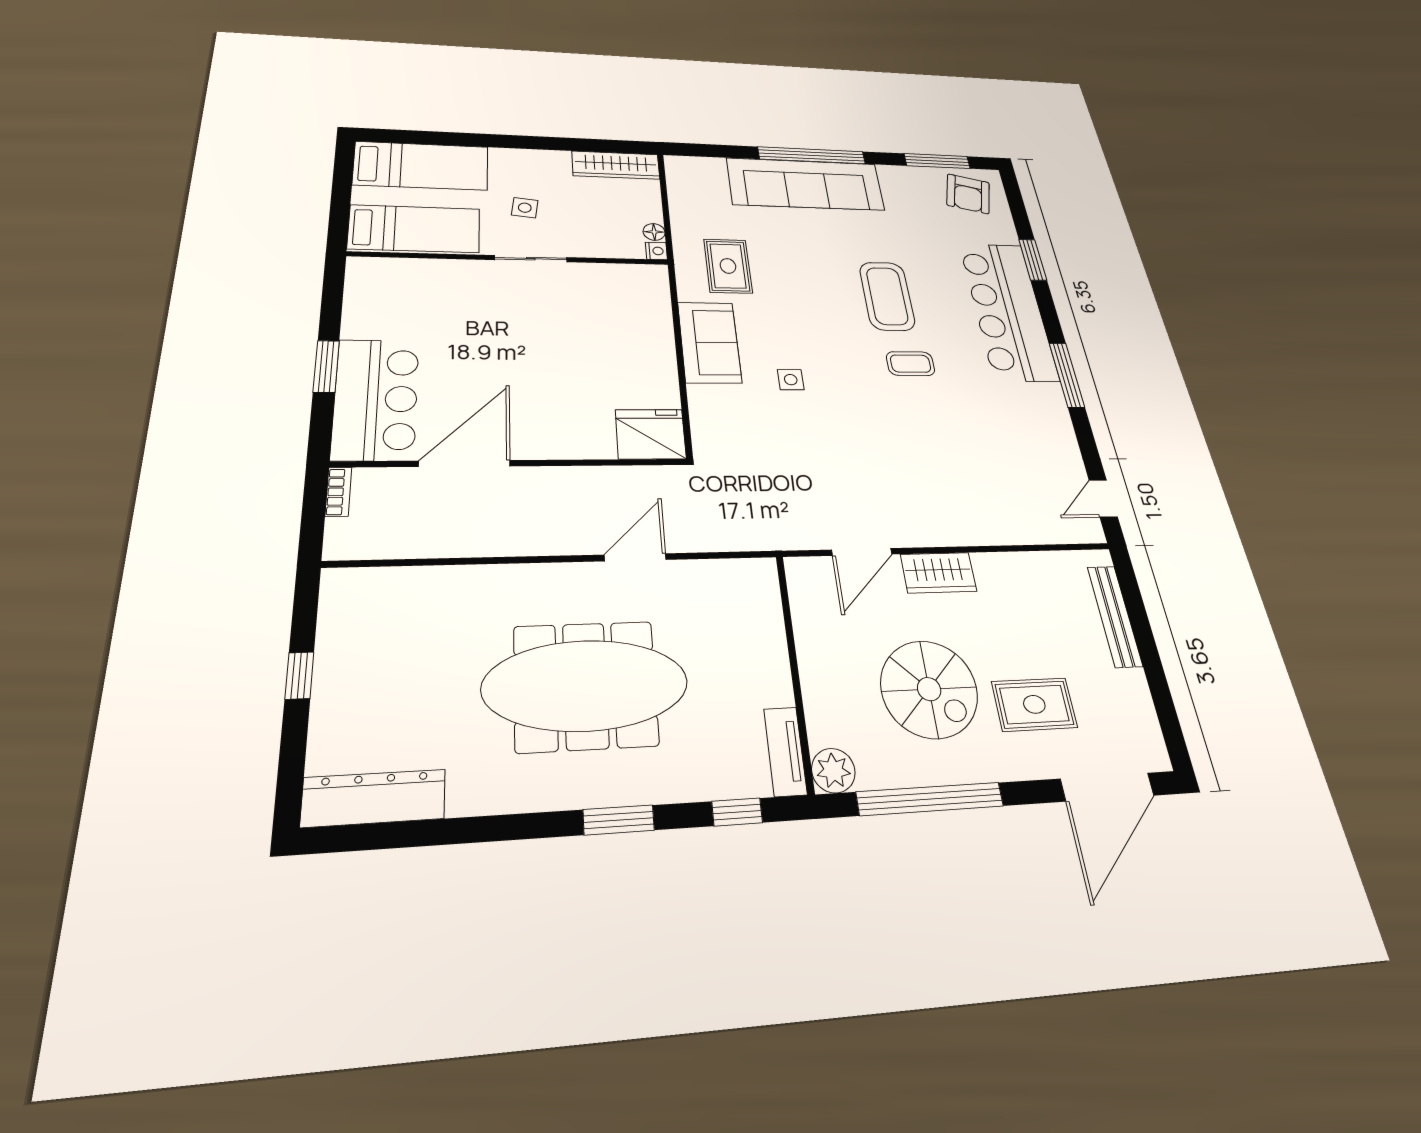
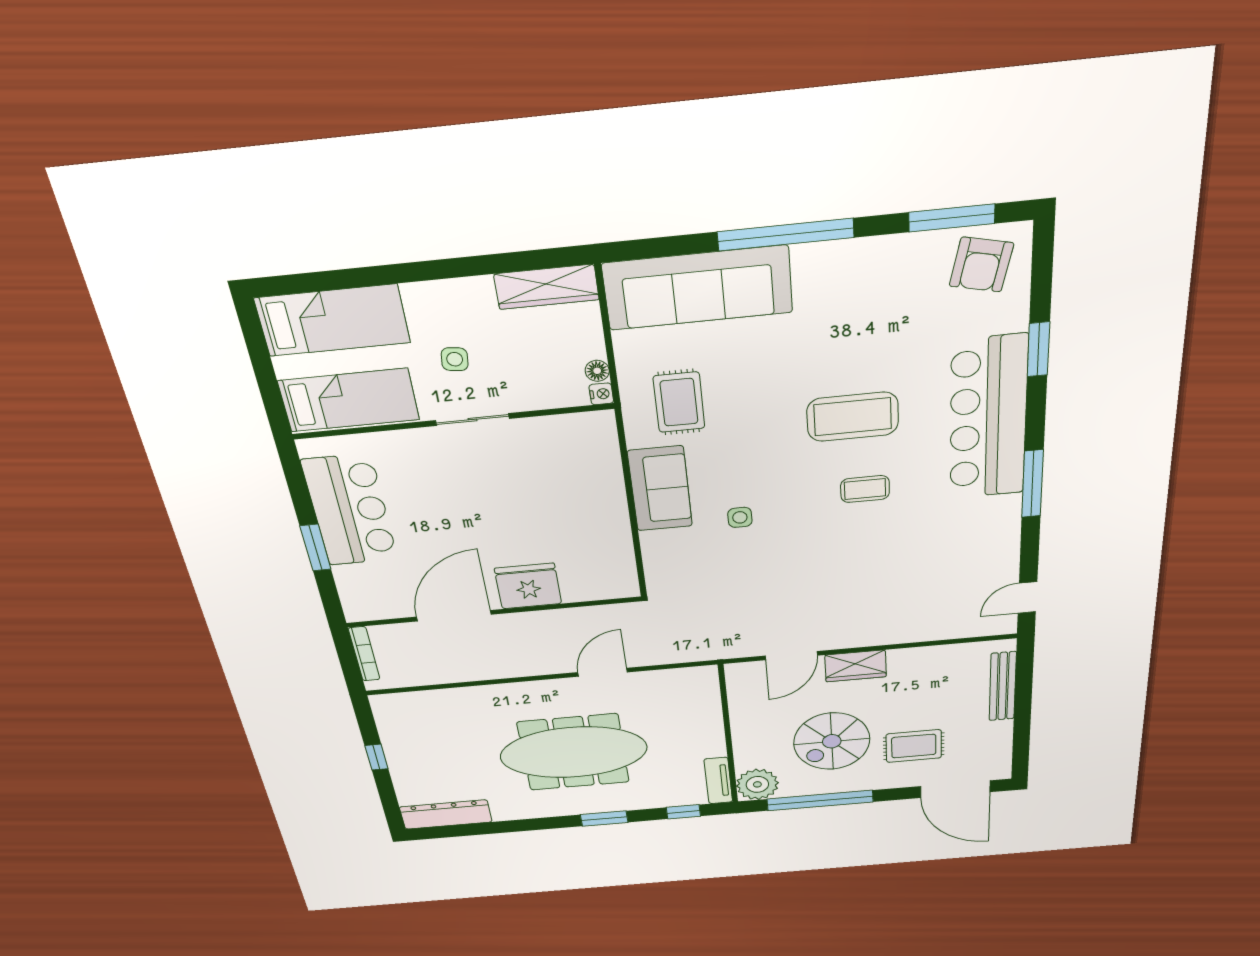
sofa: (805, 184) -> (698, 288), moved
coffee table: (887, 296) -> (853, 417), turned 90
bar counter: (376, 399) -> (350, 510), moved
fridge: (651, 434) -> (528, 586), moved
bookcase: (338, 492) -> (364, 654), width x1.56
spiral stairs: (929, 689) -> (832, 741), turned 90
plant: (833, 771) -> (757, 784), width x1.36, depth x1.36
door: (1107, 787) -> (955, 789), hinge flipped

